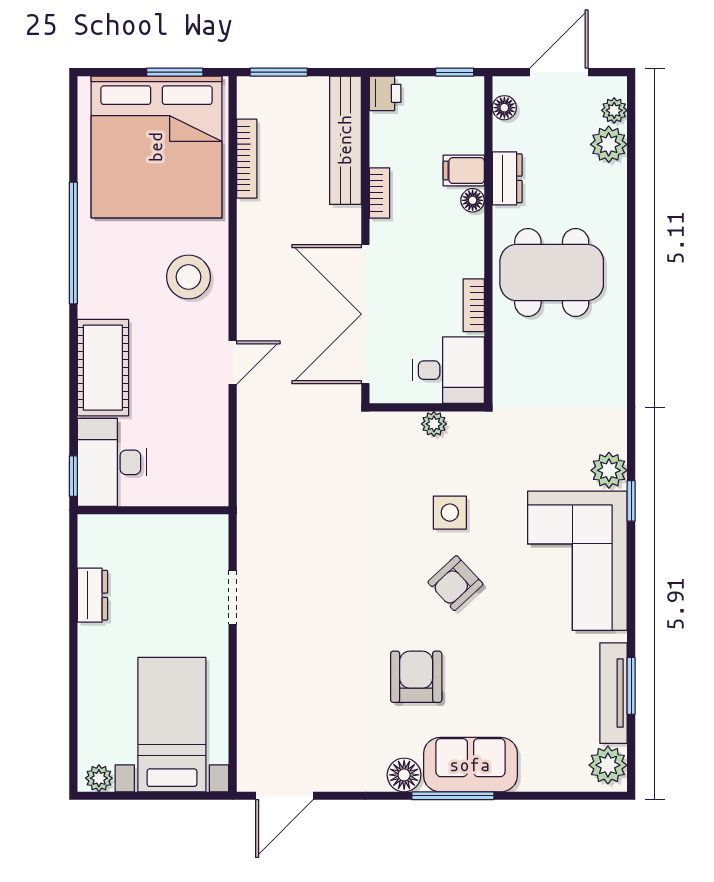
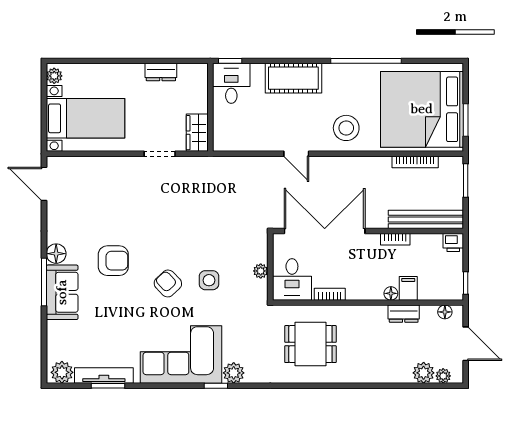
dining table: (552, 273) -> (310, 344), moved, width x0.73
desk: (112, 462) -> (231, 83), width x0.73
wardrobe: (197, 533) -> (197, 133), added

